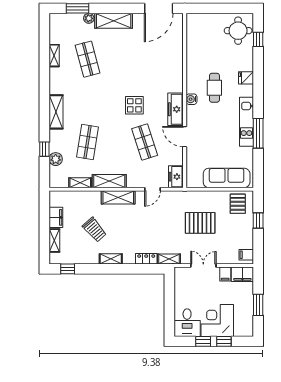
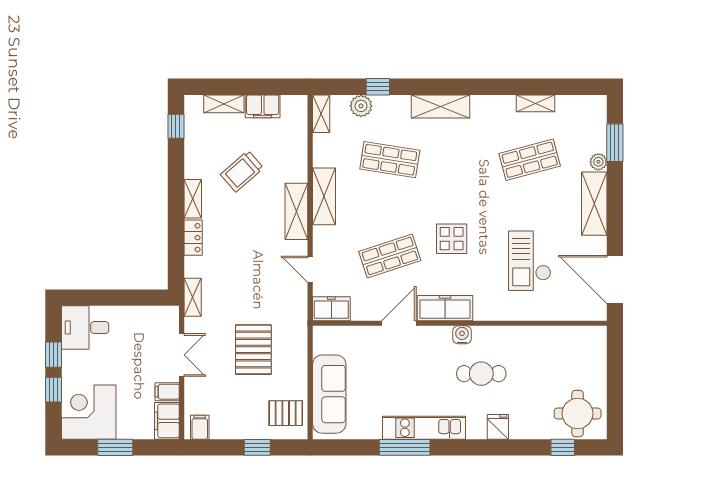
checkout: (147, 59) -> (530, 261), added
shelving: (80, 183) -> (321, 114), moved
locker: (146, 259) -> (193, 238), moved
corner desk: (217, 321) -> (89, 412), moved, turned -90

